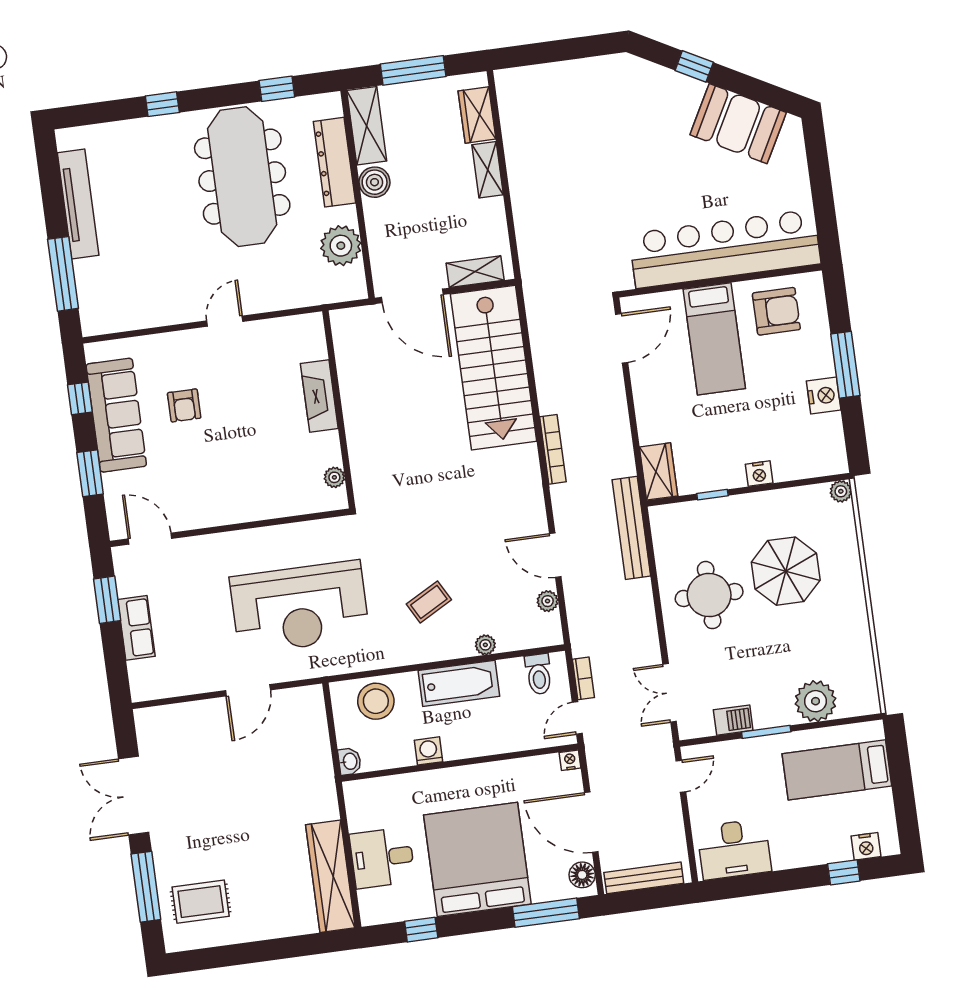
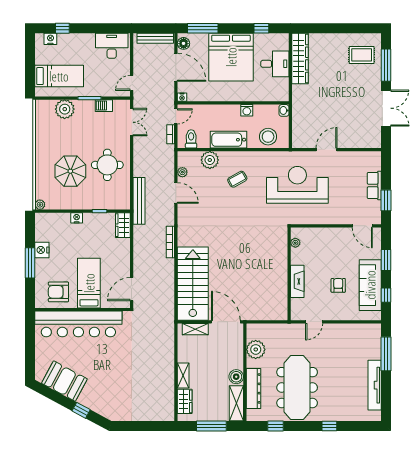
fireplace: (319, 396) -> (297, 281), moved
wall: (339, 409) -> (289, 274), moved
plant: (334, 477) -> (295, 243), moved
plant: (485, 645) -> (210, 160), width x1.88, depth x1.88

